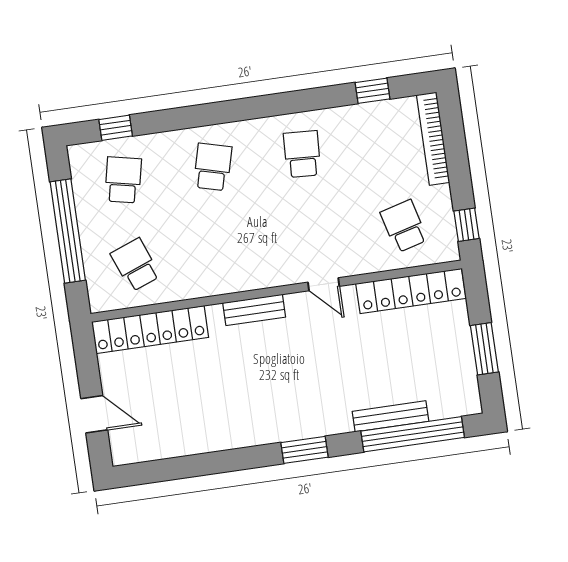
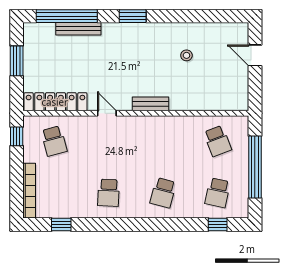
locker: (150, 330) -> (214, 101), removed
stool: (207, 398) -> (186, 55), added

